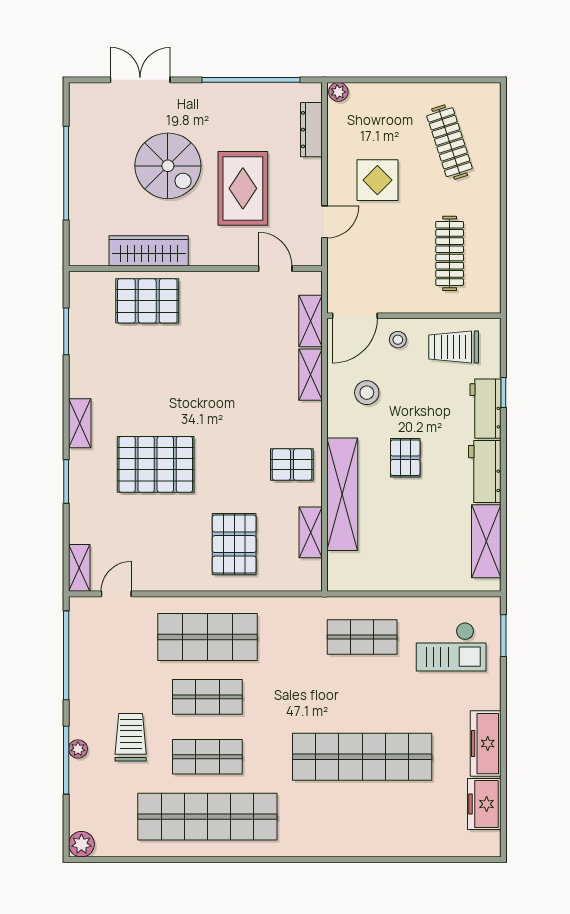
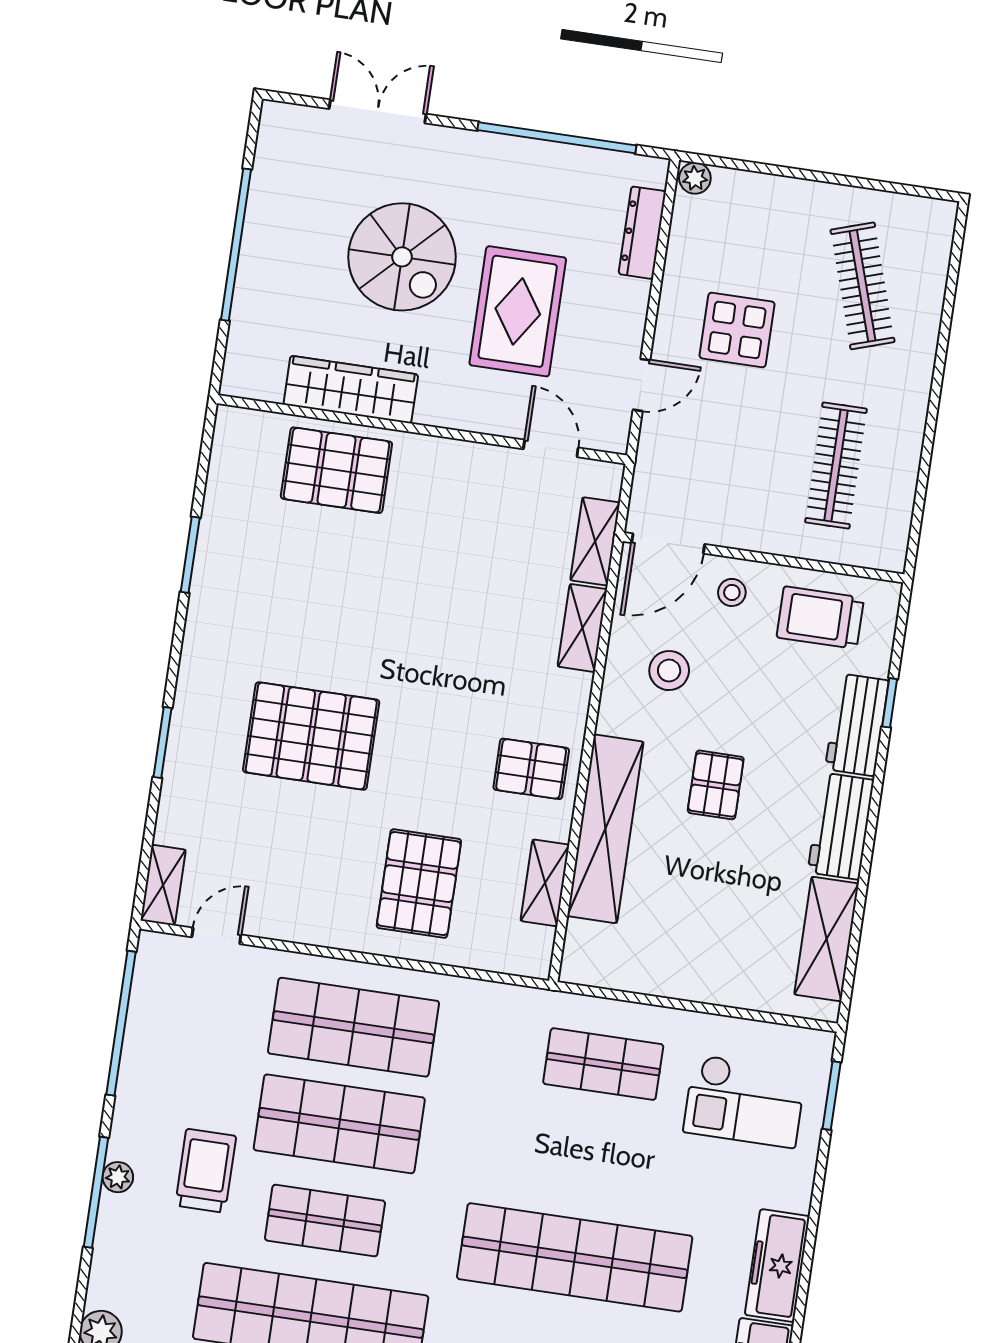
window: (66, 331) -> (190, 555), moved
shelving: (80, 423) -> (198, 652), removed
shop shelf: (207, 697) -> (339, 1124), width x1.43, depth x1.36

